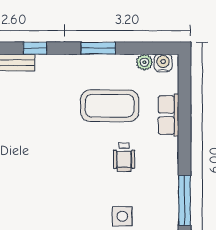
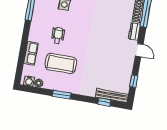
window: (35, 48) -> (104, 102), moved

